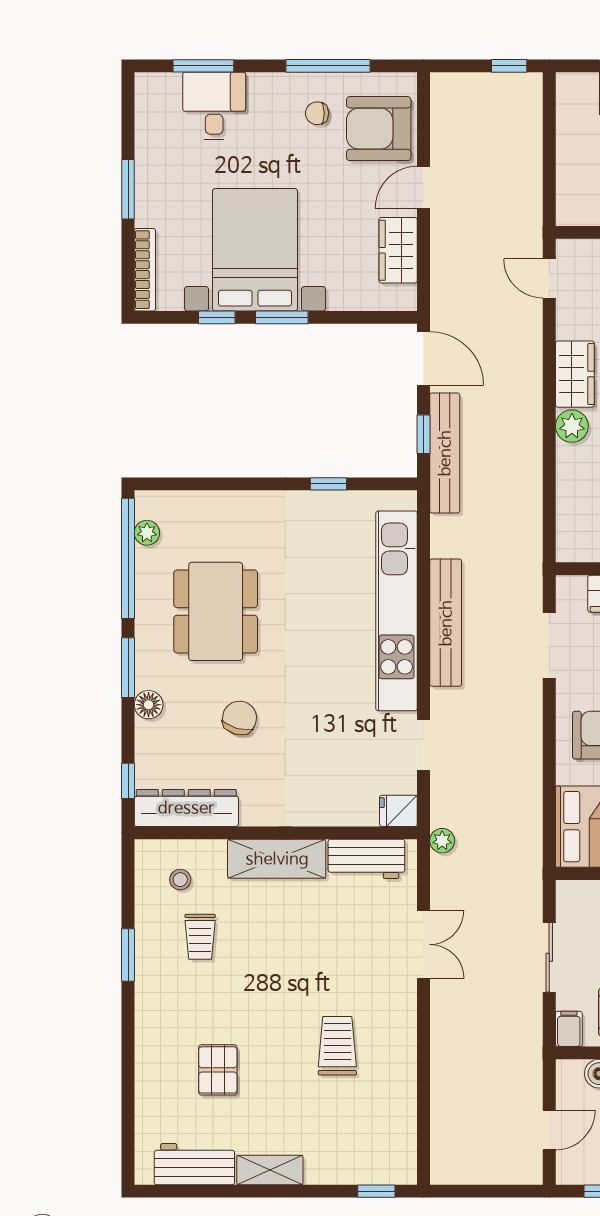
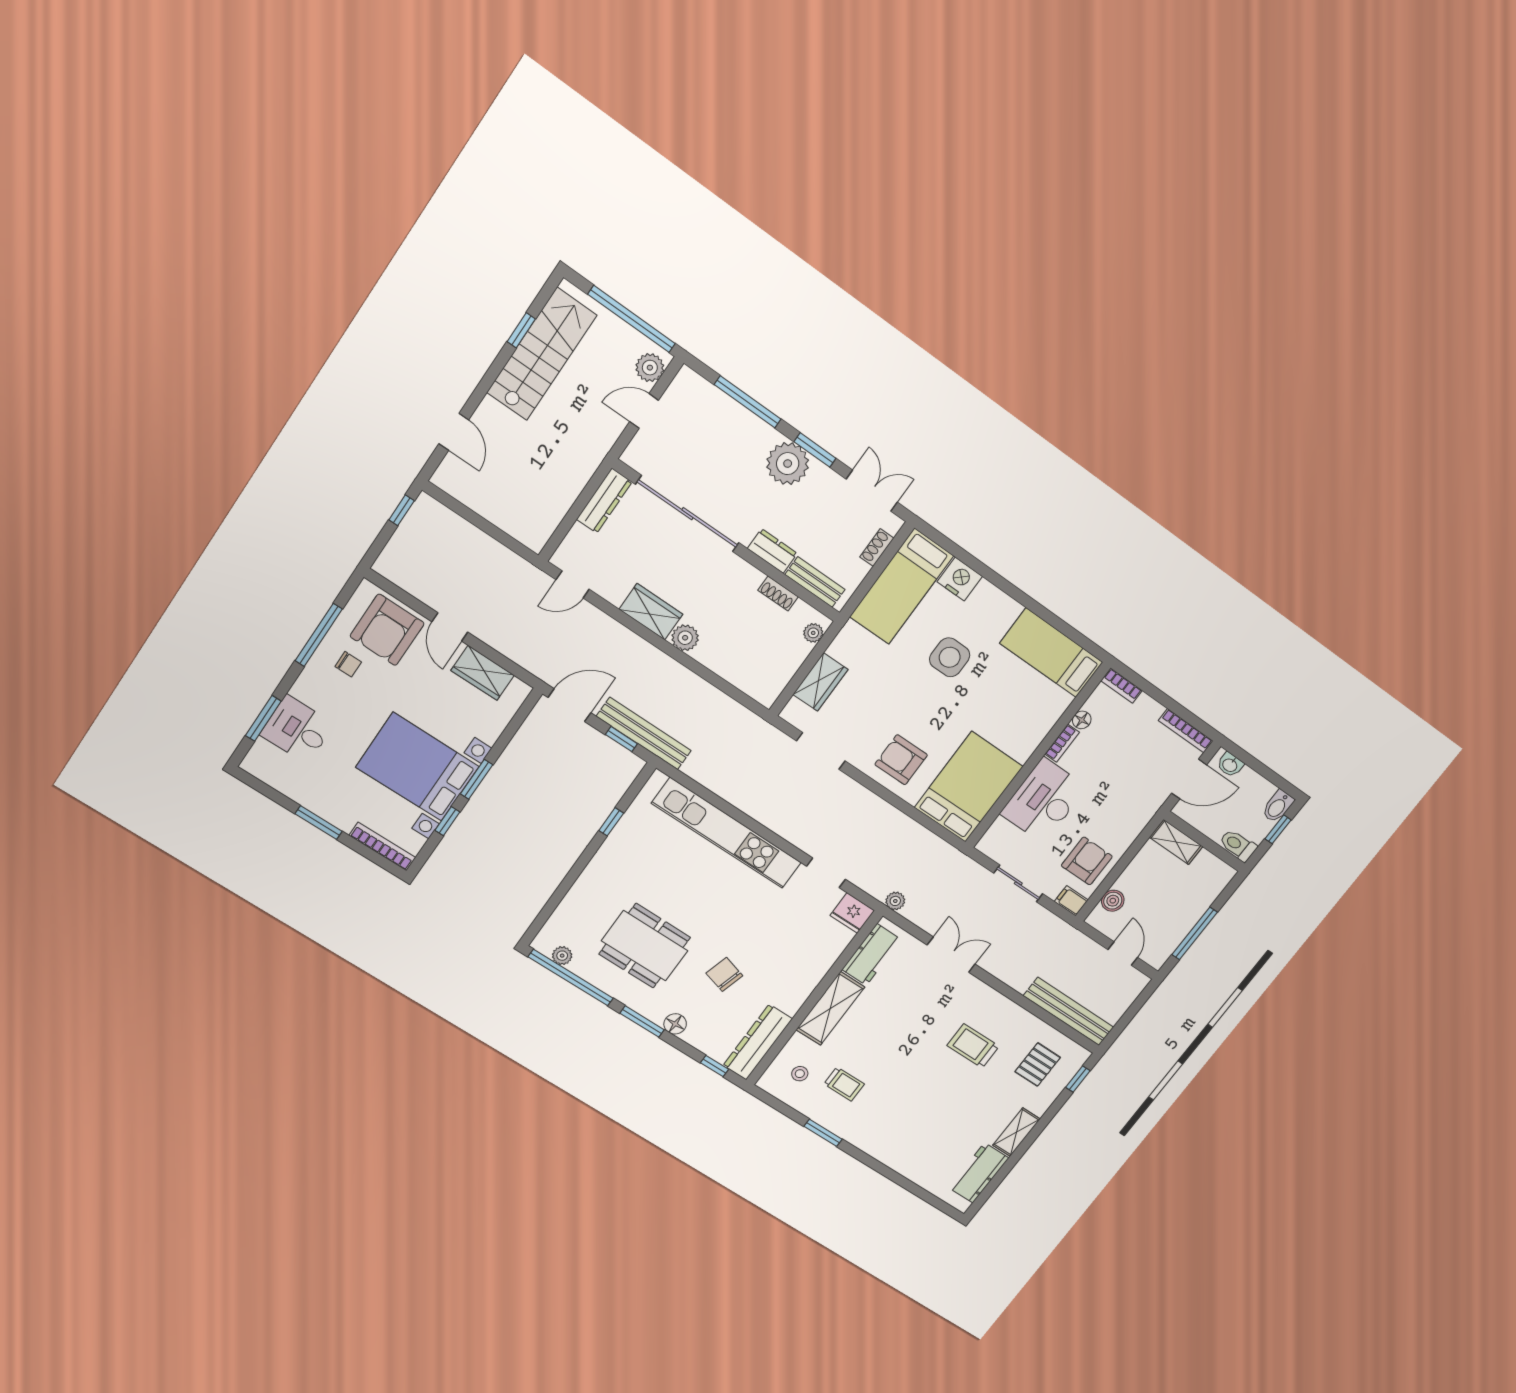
chair: (317, 113) -> (348, 664), turned -90
bench: (446, 623) -> (1069, 1012), moved
fridge: (398, 811) -> (852, 913), width x1.38
pallet: (218, 1070) -> (1038, 1065), moved, turned 90

